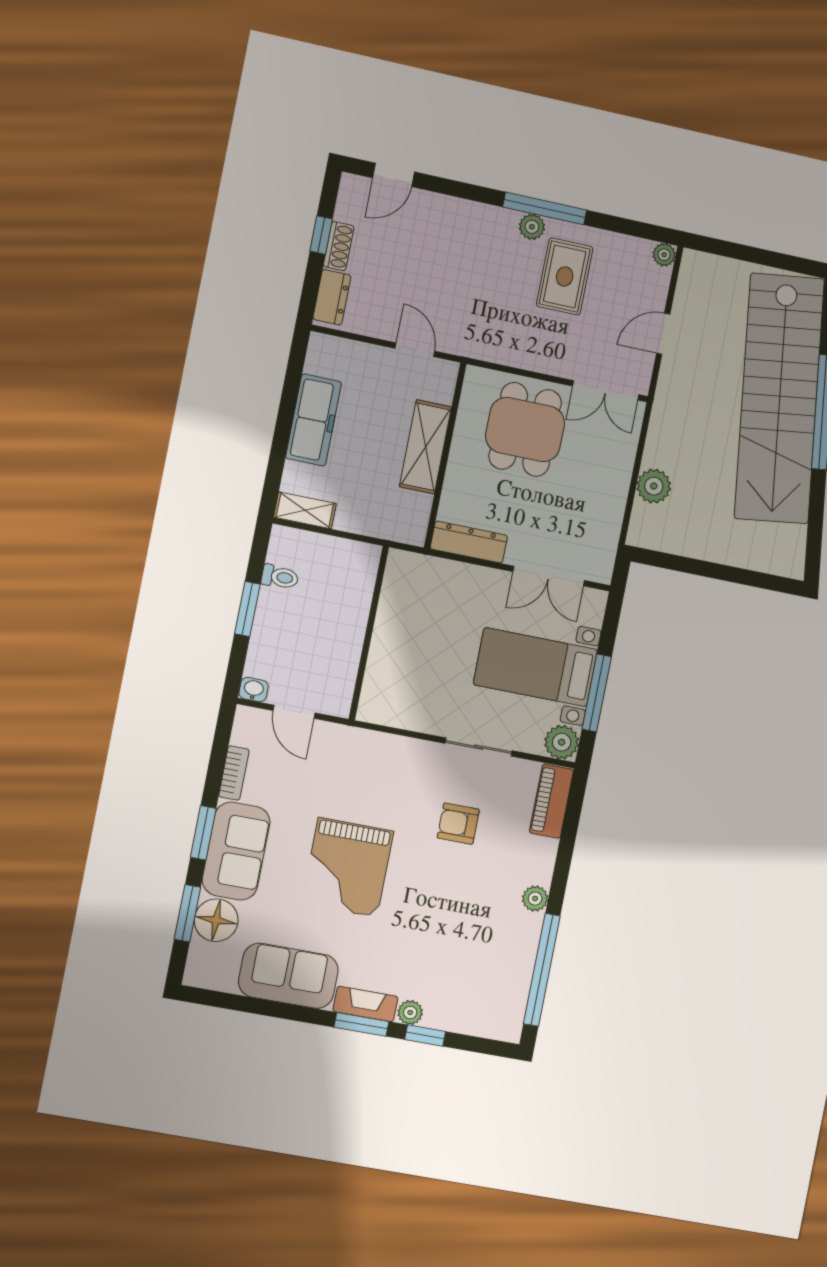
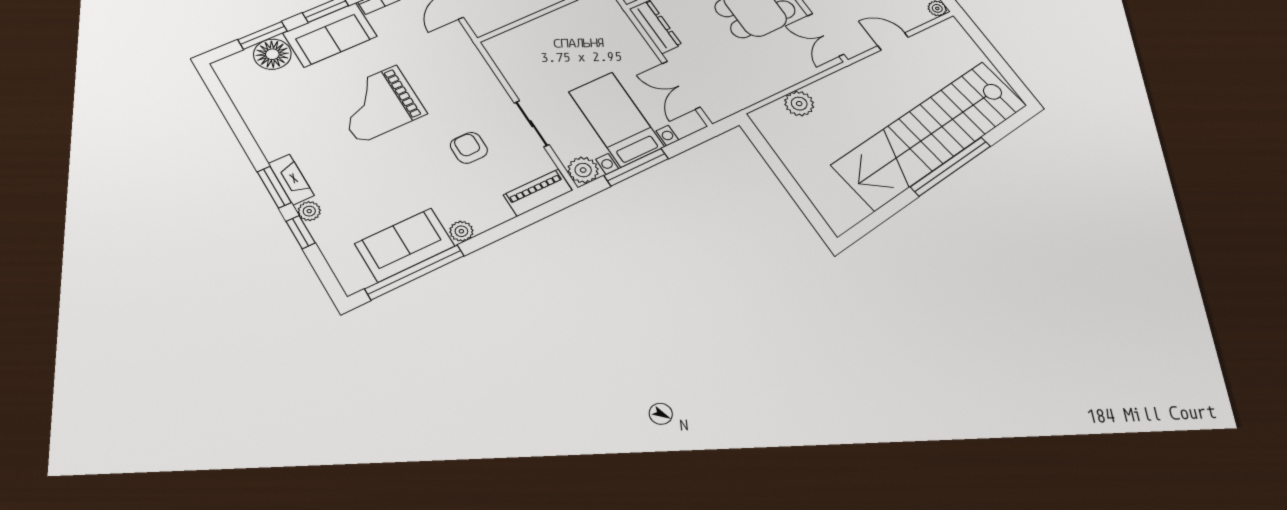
sofa: (288, 976) -> (405, 245), moved, turned -90

